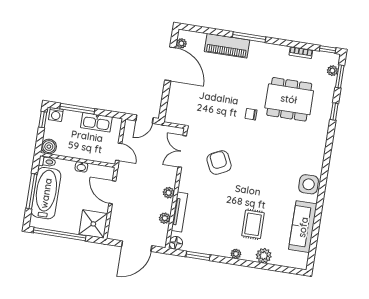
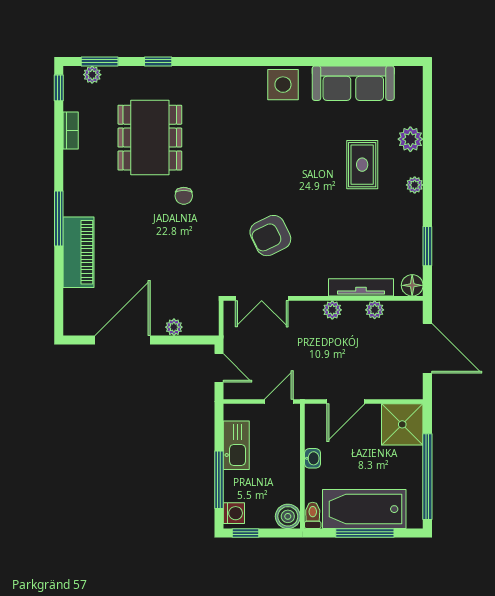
plant: (181, 43) -> (174, 327), moved
rug: (253, 224) -> (362, 165), turned 90

